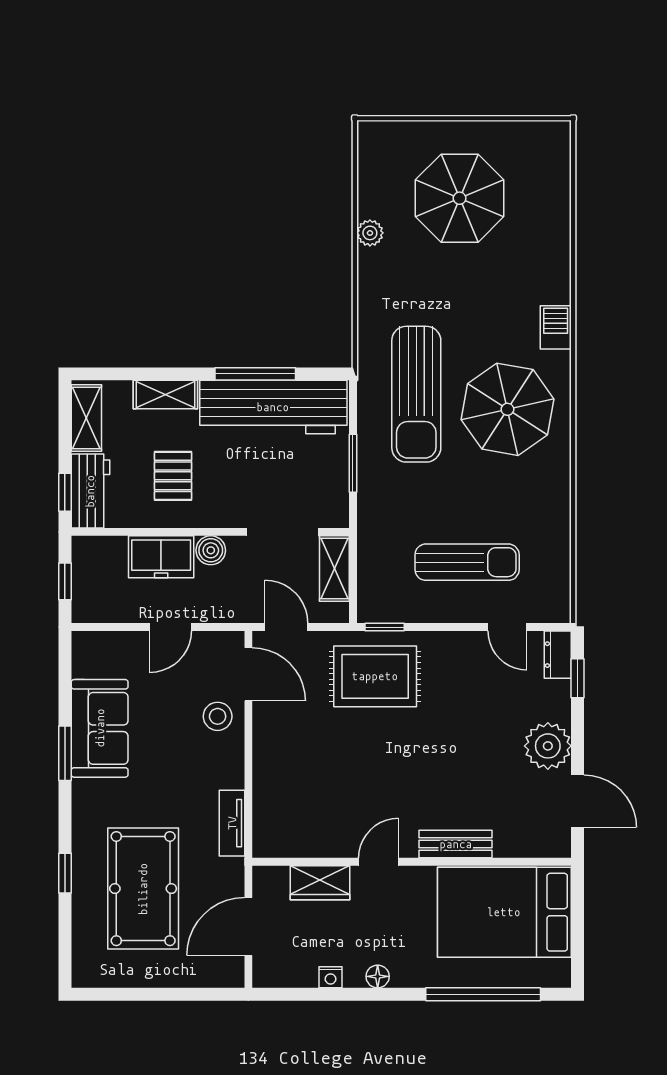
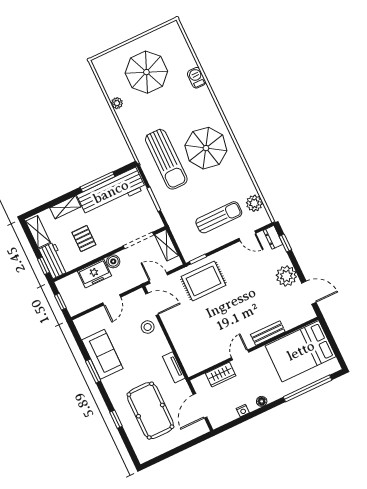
barbecue: (556, 327) -> (197, 78), moved
plant: (553, 568) -> (254, 203), added

